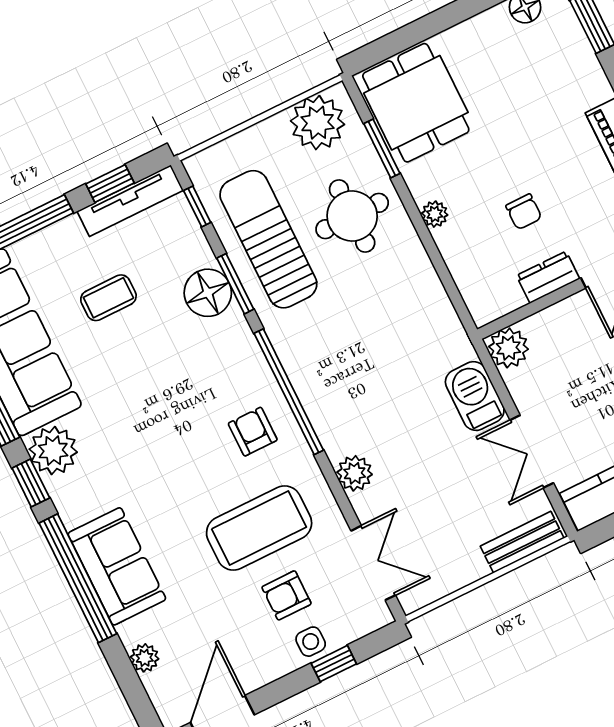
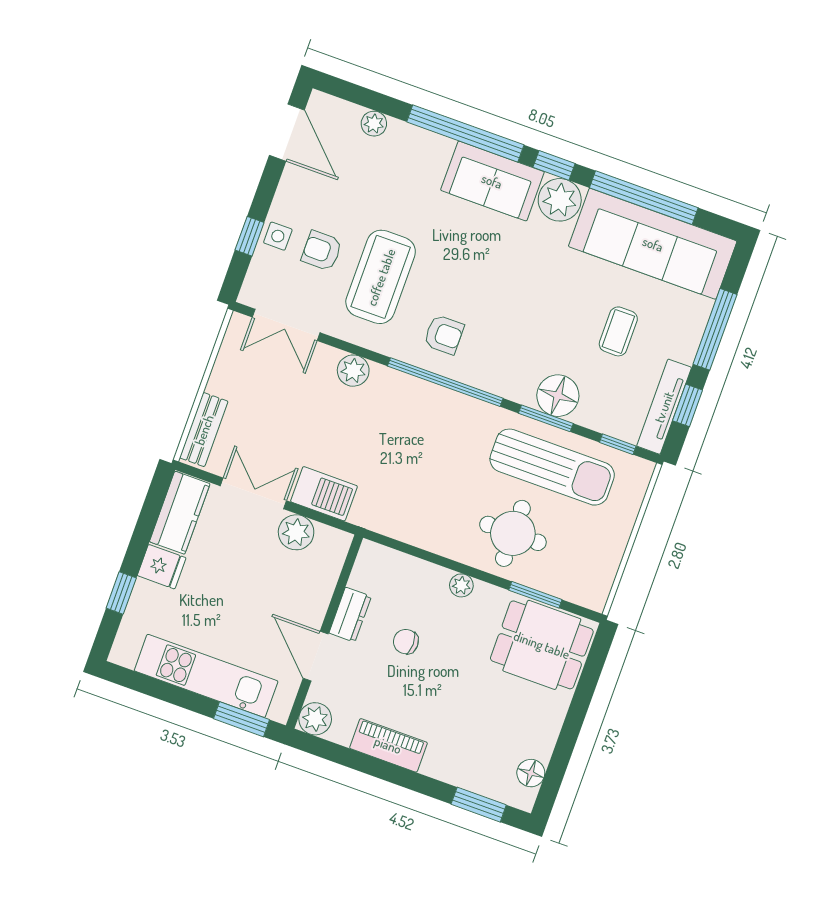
plant: (318, 123) -> (592, 572), removed
plant: (508, 348) -> (296, 532), moved
sofa: (117, 566) -> (492, 181), moved
armchair: (286, 595) -> (322, 251), turned -90

